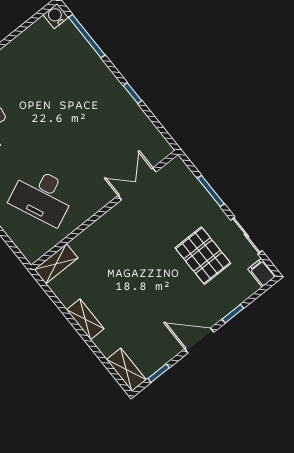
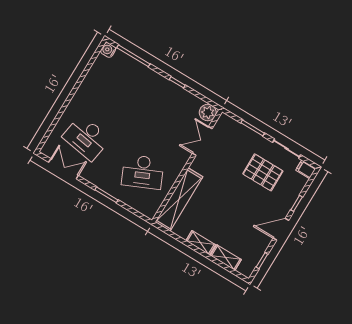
plant: (159, 148) -> (208, 113), added
shelving: (56, 264) -> (179, 199), width x2.20, depth x1.33
shelving: (126, 370) -> (226, 258), moved

